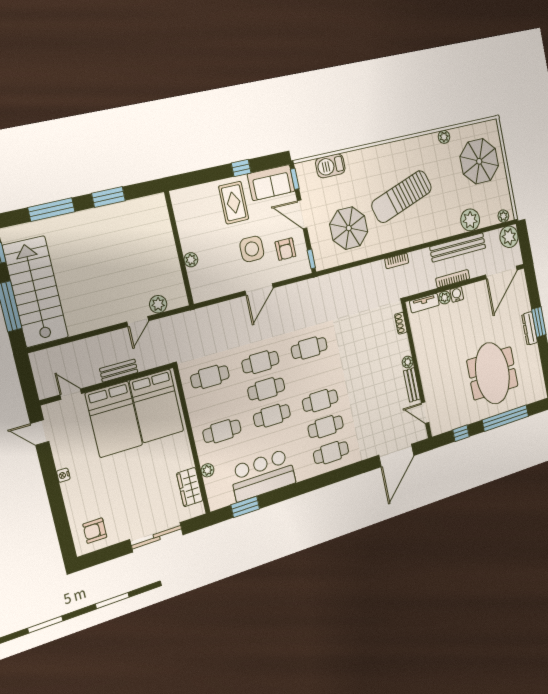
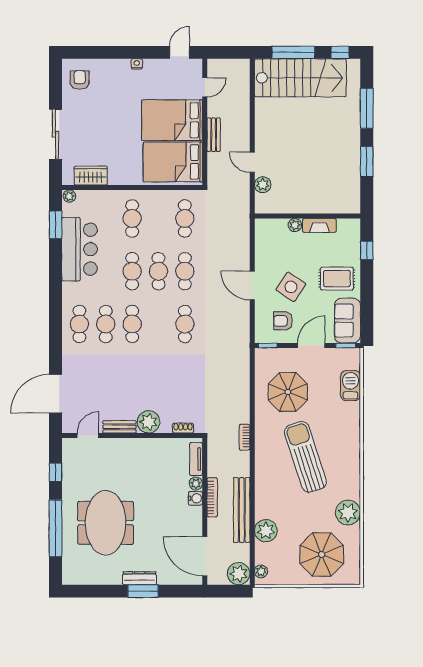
plant: (444, 137) -> (348, 513), width x1.87, depth x1.87
window: (241, 168) -> (367, 250), moved
fireplace: (186, 233) -> (319, 225), added
side table: (252, 249) -> (291, 287), turned 34
plant: (408, 362) -> (149, 422), width x1.87, depth x1.87
meeting table: (492, 373) -> (106, 523), turned 90
door: (396, 455) -> (56, 394), hinge flipped
plant: (207, 470) -> (69, 196), moved

